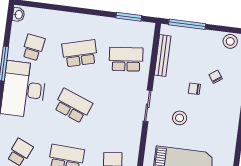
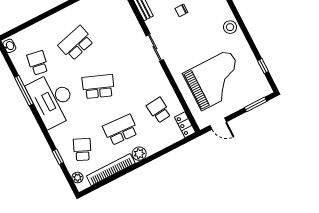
school desk: (126, 59) -> (114, 24), removed
stool: (180, 118) -> (230, 27), moved

